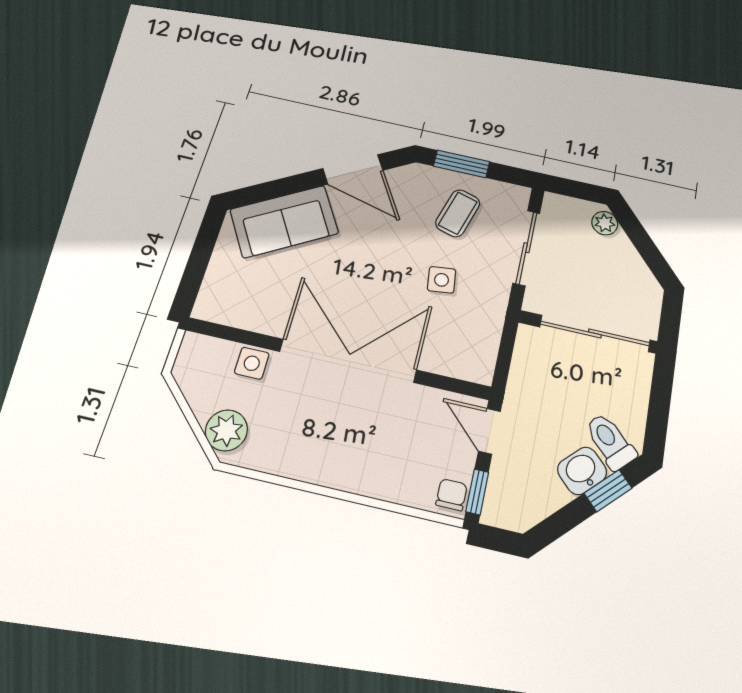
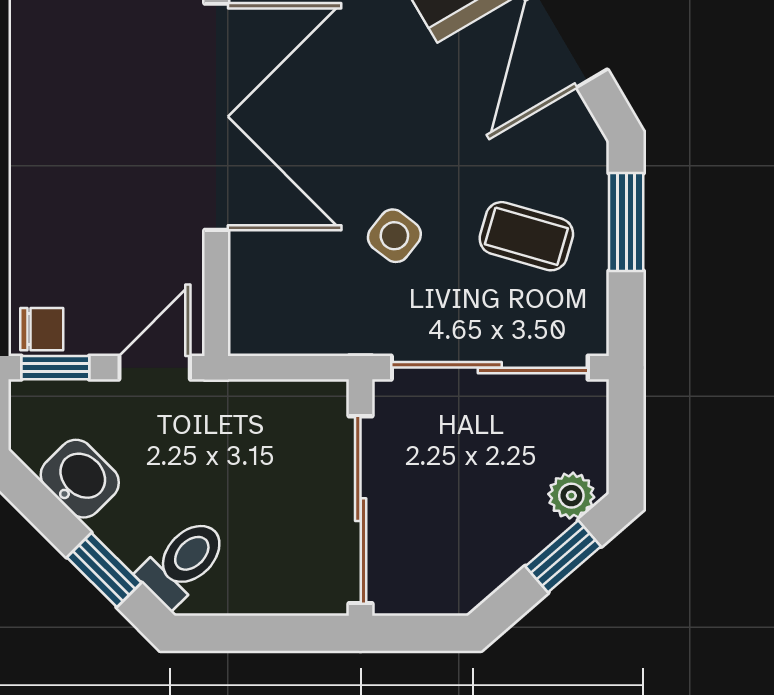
window: (638, 235) -> (563, 556), added
sliding door: (526, 248) -> (490, 368), width x1.37
side table: (442, 280) -> (394, 236), turned 45
washbasin: (582, 471) -> (80, 479), moved

